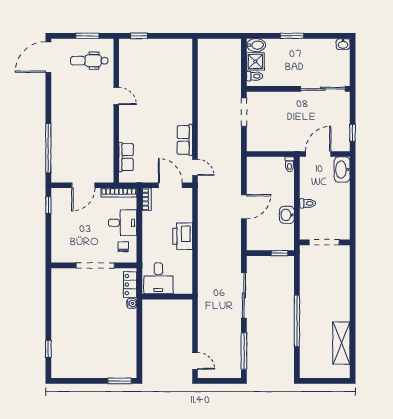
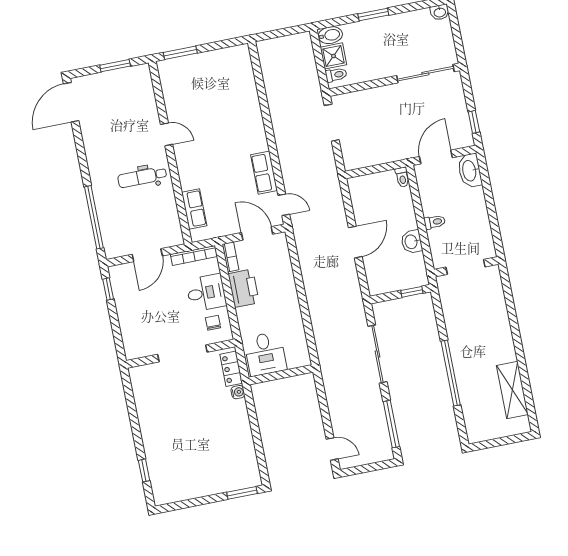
window: (139, 36) -> (180, 53), width x1.50
dental chair: (89, 61) -> (142, 177), moved
printer: (183, 236) -> (244, 288), moved, turned 180

